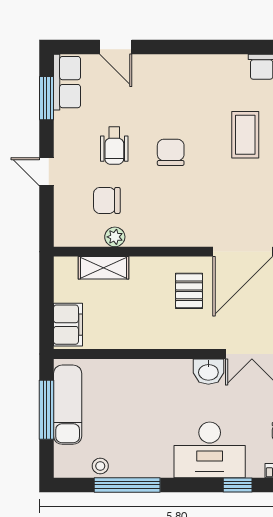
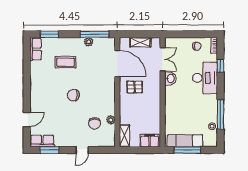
wheelchair: (114, 146) -> (70, 120), removed
shelving: (104, 268) -> (124, 136), moved

